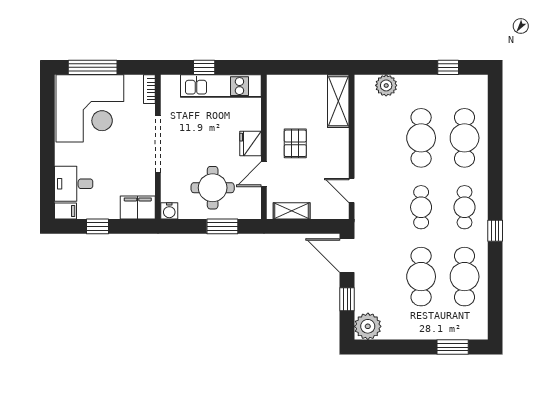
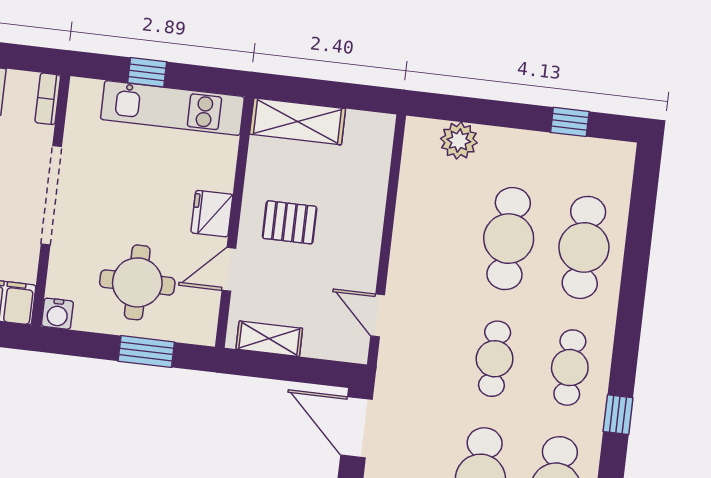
shelving: (338, 101) -> (298, 121), moved, turned 90
pallet: (295, 143) -> (290, 222), turned 90

